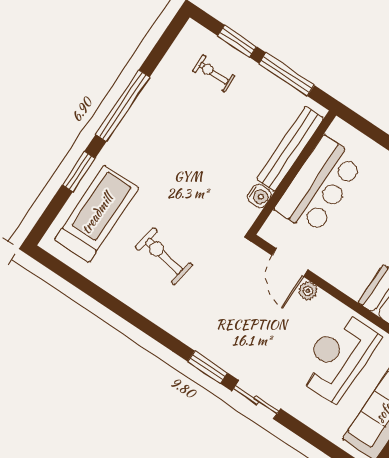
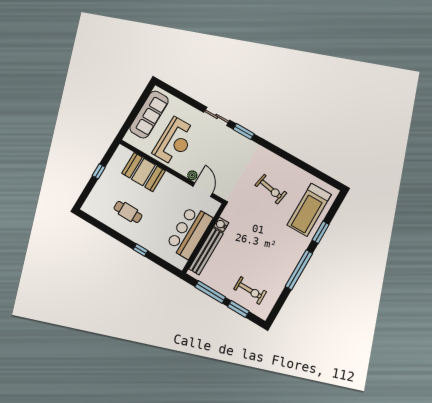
exercise bike: (214, 73) -> (250, 290), width x1.38, depth x1.39

